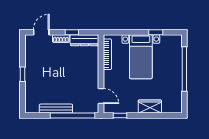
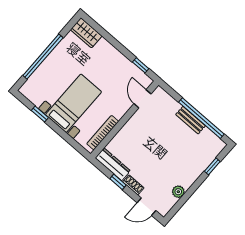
plant: (30, 58) -> (178, 192), added
window: (22, 74) -> (212, 166), moved
wardrobe: (150, 107) -> (86, 33), moved
bench: (56, 109) -> (191, 120), width x0.73
window: (73, 116) -> (201, 118), moved

